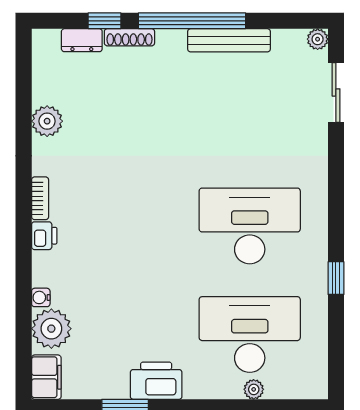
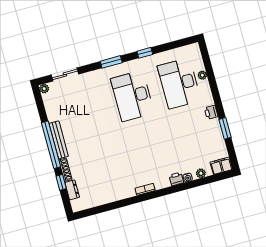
bench: (229, 40) -> (59, 140), moved
plant: (47, 121) -> (111, 195), removed
window: (336, 200) -> (111, 62), added
printer: (44, 236) -> (176, 179), moved
plant: (51, 329) -> (201, 173), width x0.53, depth x0.53
printer: (156, 381) -> (211, 112), width x0.53, depth x0.68

